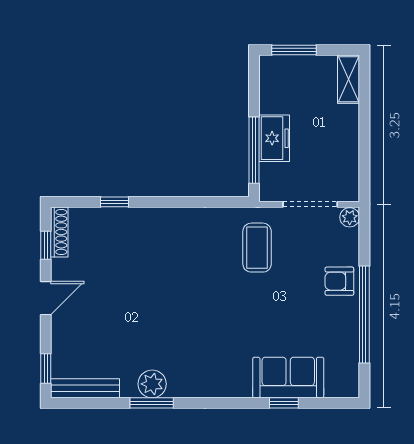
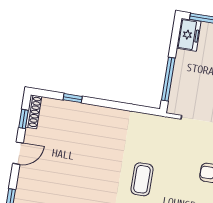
freezer: (274, 138) -> (189, 35), moved
coffee table: (257, 248) -> (142, 179), moved

